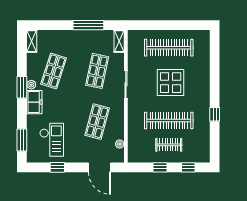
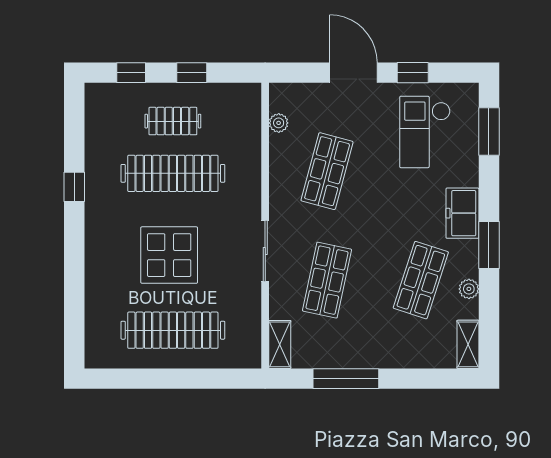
plant: (31, 85) -> (469, 289), moved
door: (99, 167) -> (354, 73), moved

